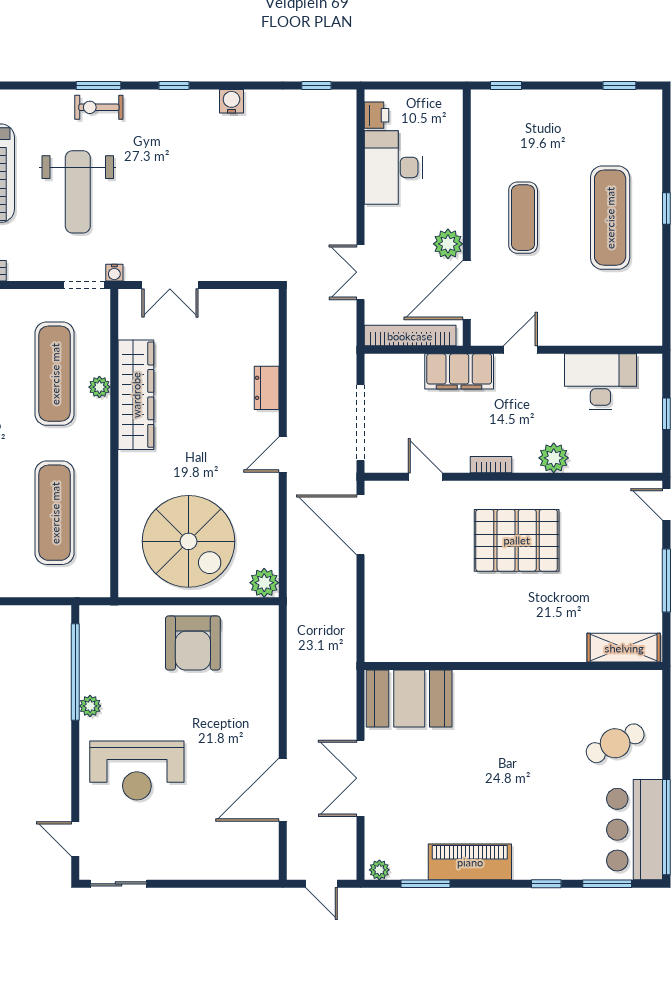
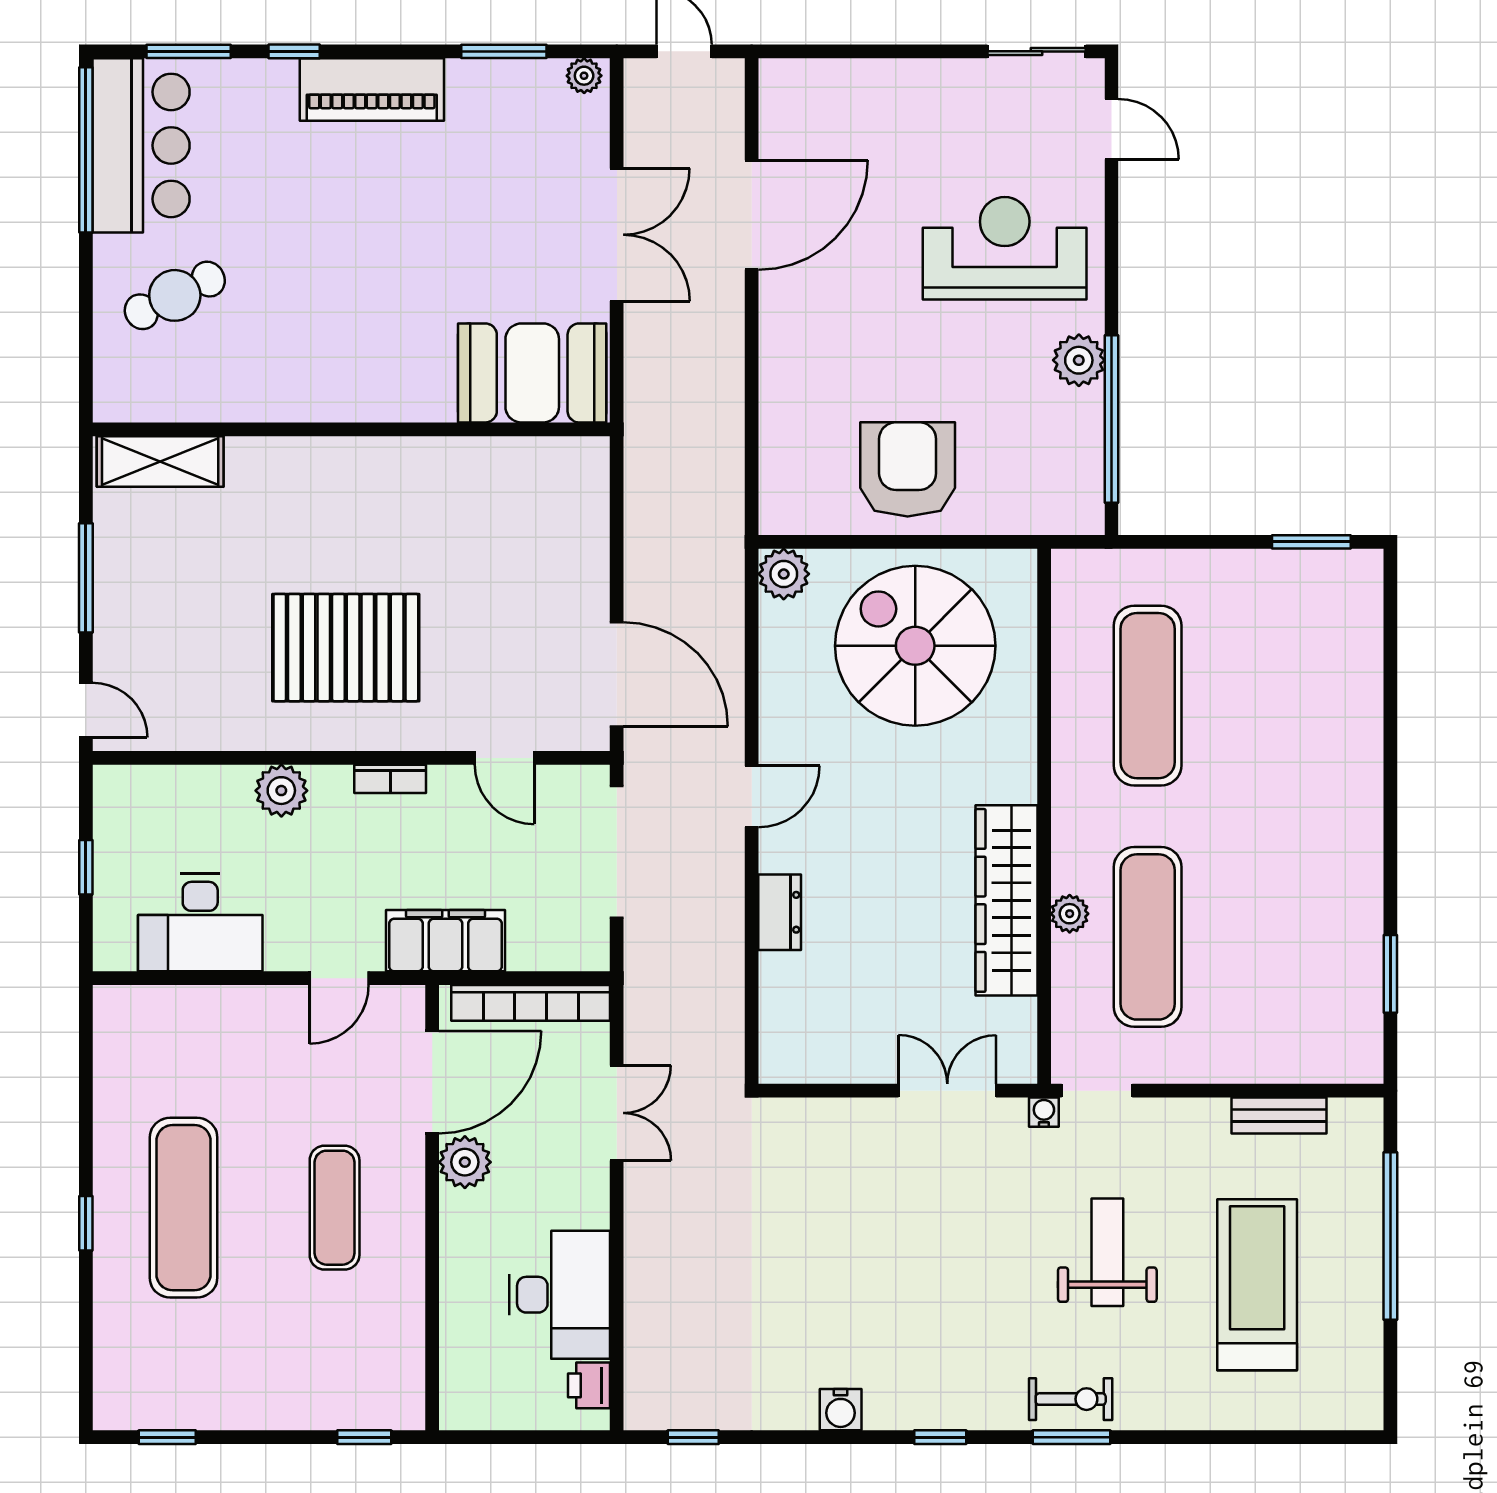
weight bench: (78, 192) -> (1107, 1252), width x0.73, depth x0.75
plant: (90, 706) -> (1079, 360), width x1.38, depth x1.38
piano: (470, 862) -> (372, 90), moved

